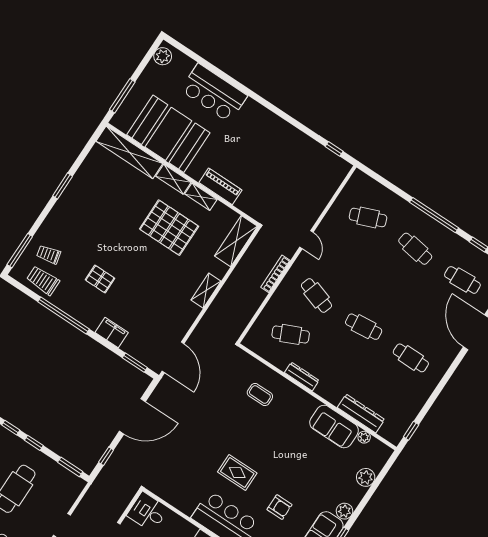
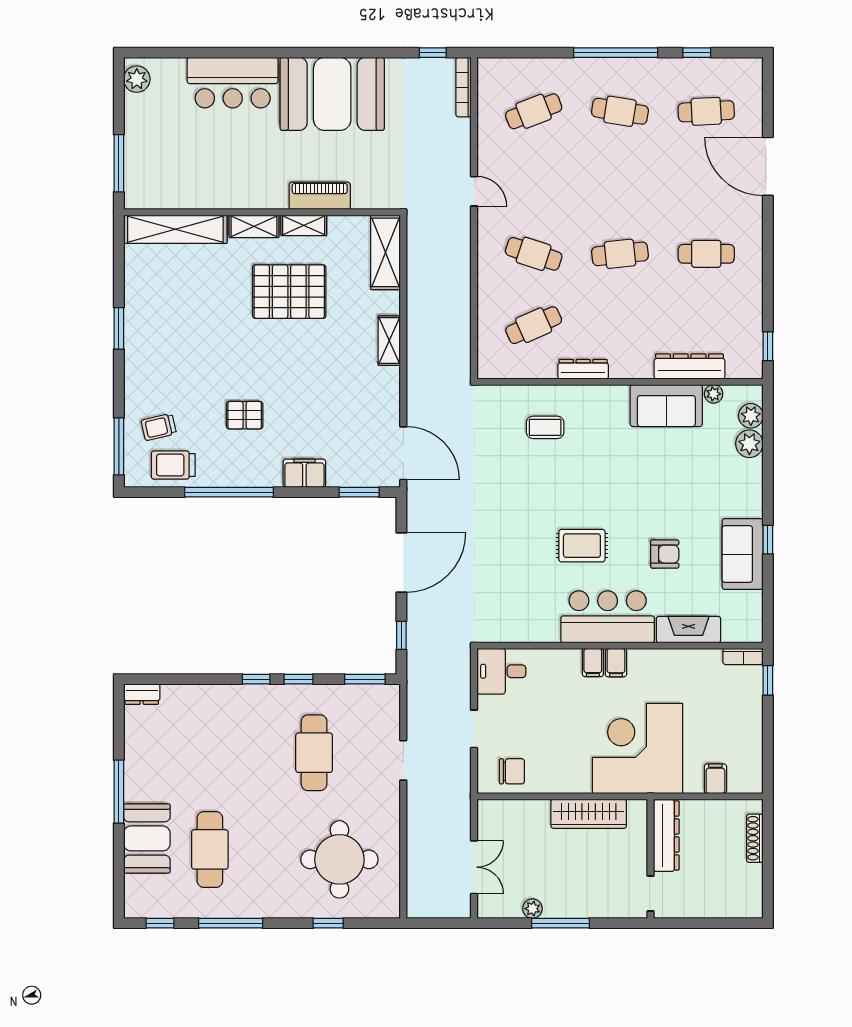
booth: (168, 134) -> (332, 94), moved
bookcase: (276, 274) -> (463, 87), moved
plant: (344, 511) -> (751, 416), moved

